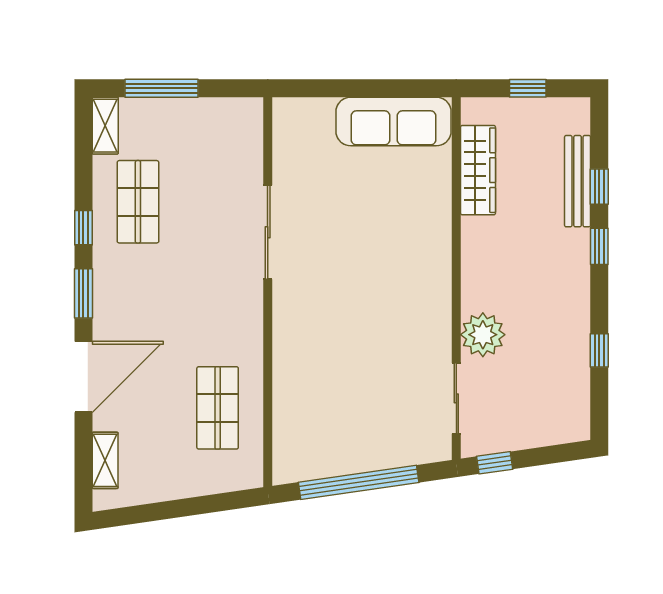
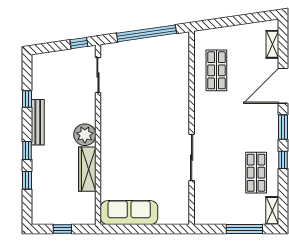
wardrobe: (478, 170) -> (87, 169), moved
bench: (578, 181) -> (38, 122), moved
plant: (483, 335) -> (85, 135), moved

